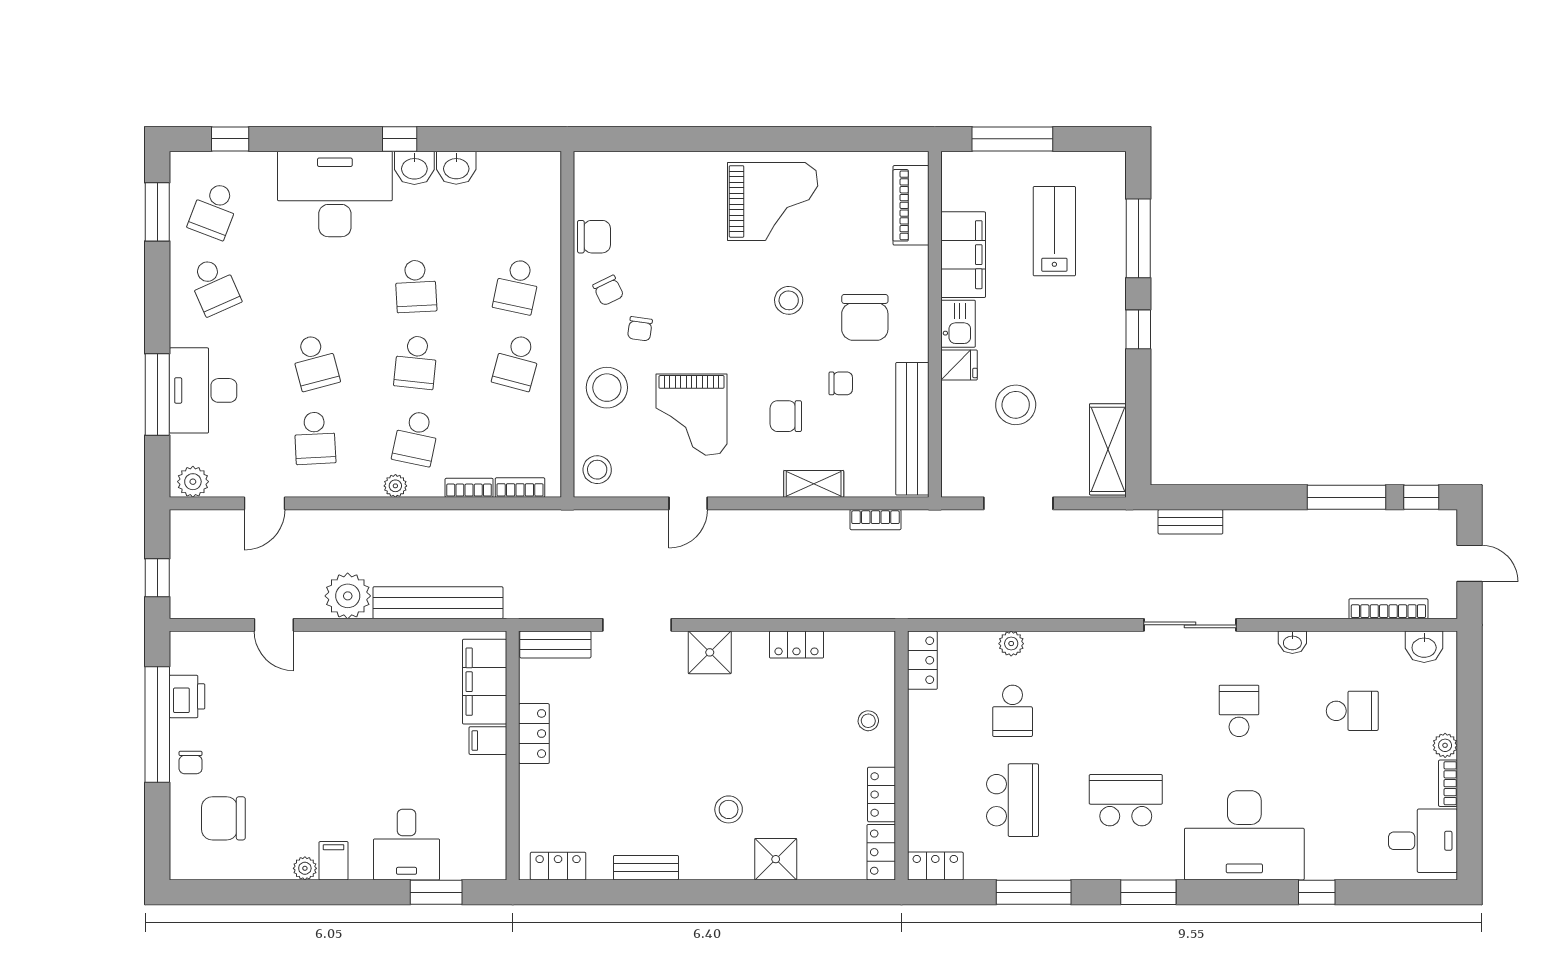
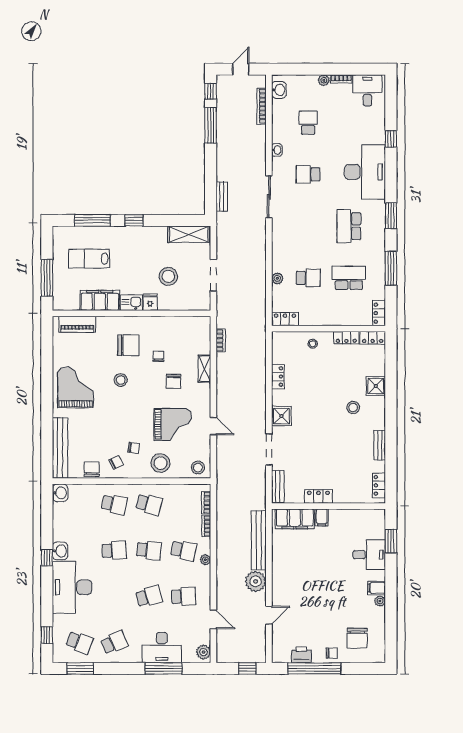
washbasin: (456, 168) -> (60, 493), moved
bench: (912, 429) -> (60, 448), moved, turned 90

